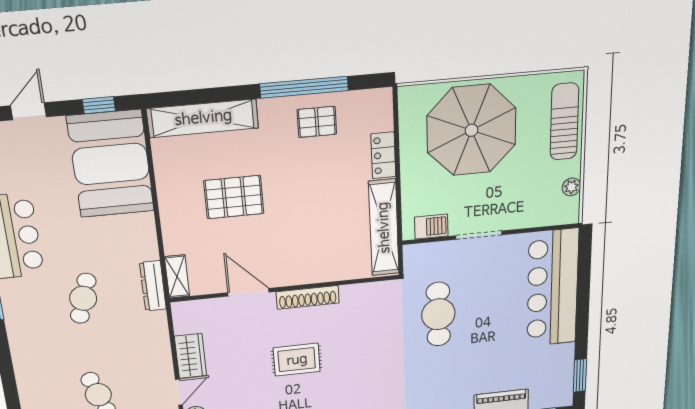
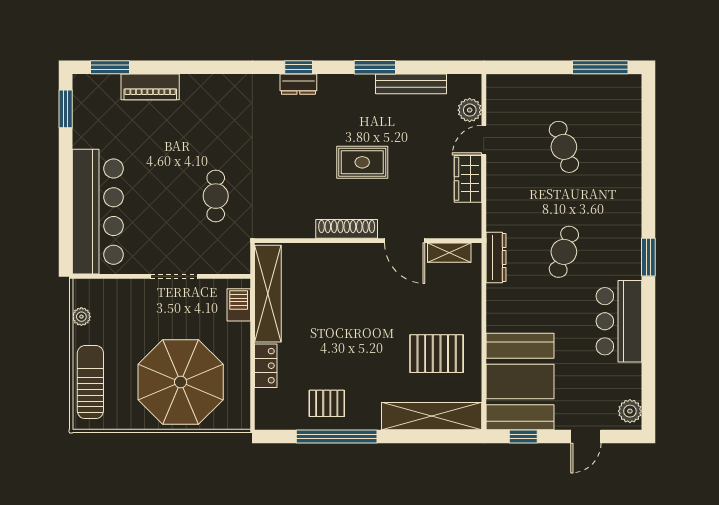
sun lounger: (564, 122) -> (90, 382), turned 180
pallet: (234, 197) -> (437, 354), moved
barbecue: (431, 227) -> (239, 305), moved, turned 90
shelving: (177, 277) -> (449, 253), moved, turned 90
cafe table: (438, 314) -> (216, 196), width x0.73, depth x0.74

